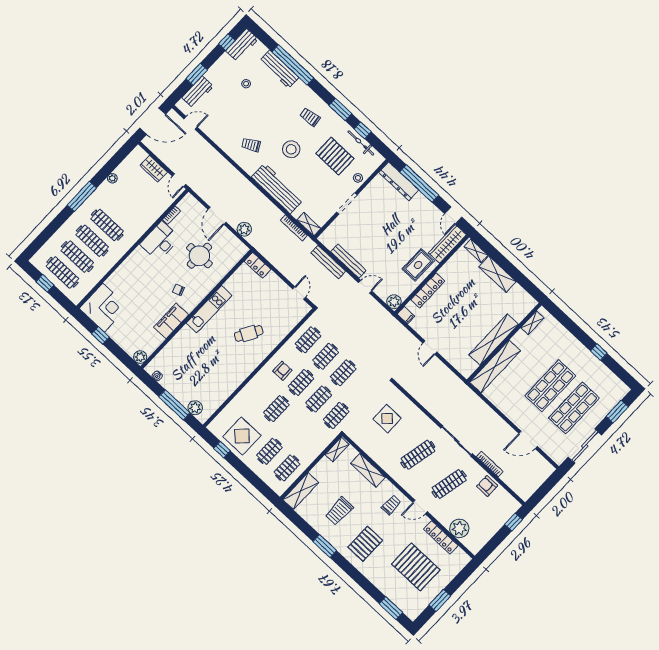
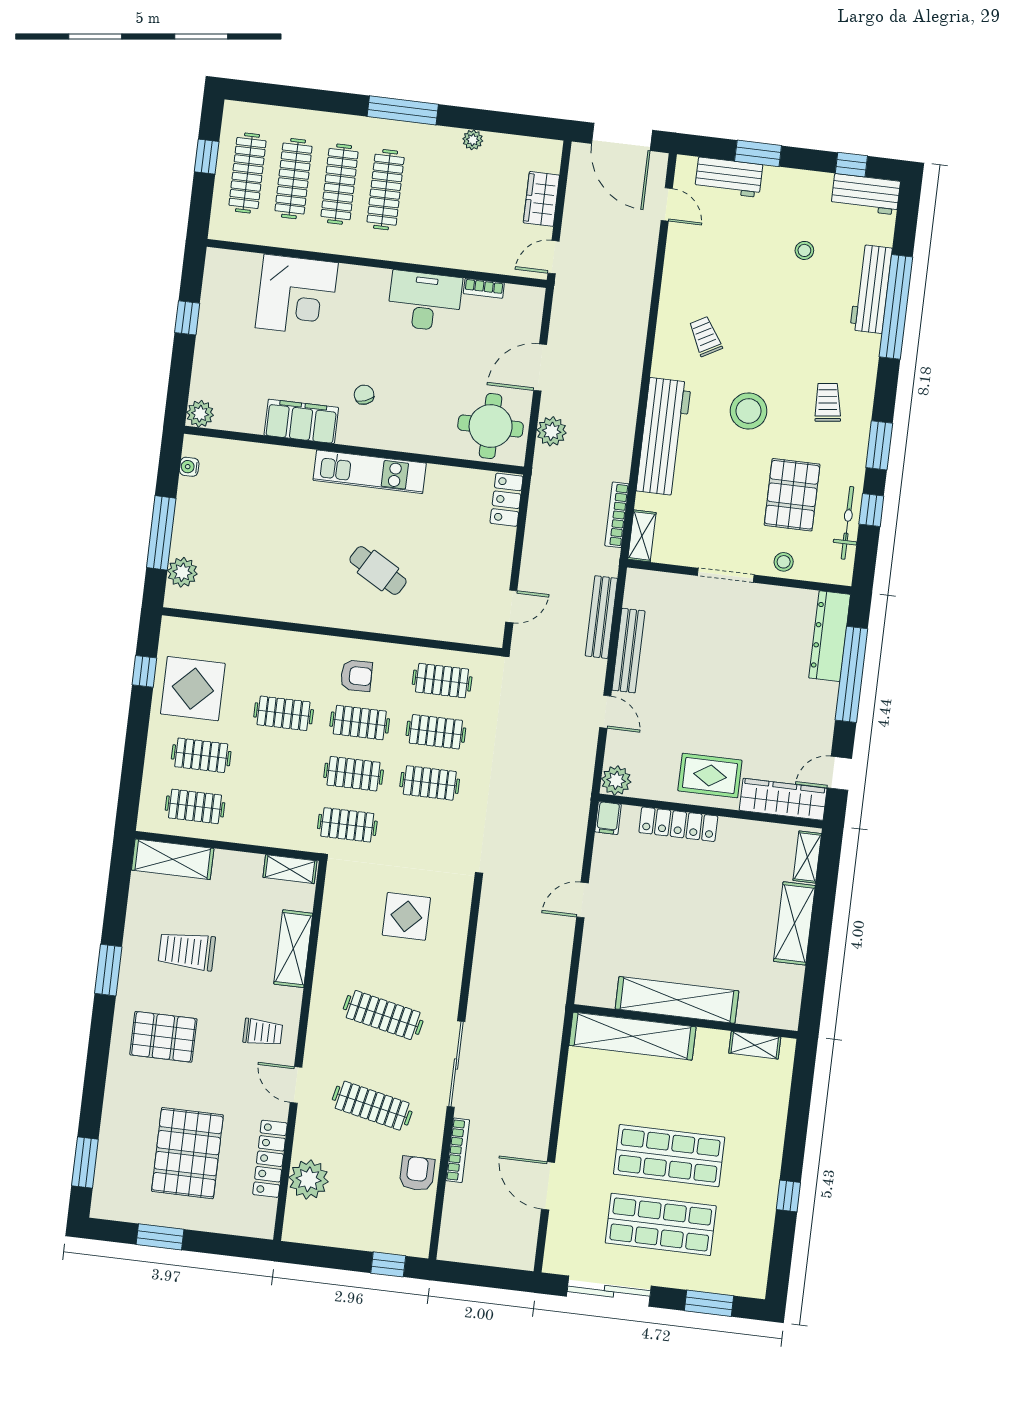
round table: (199, 256) -> (491, 426), moved
corner desk: (104, 308) -> (297, 295), moved

